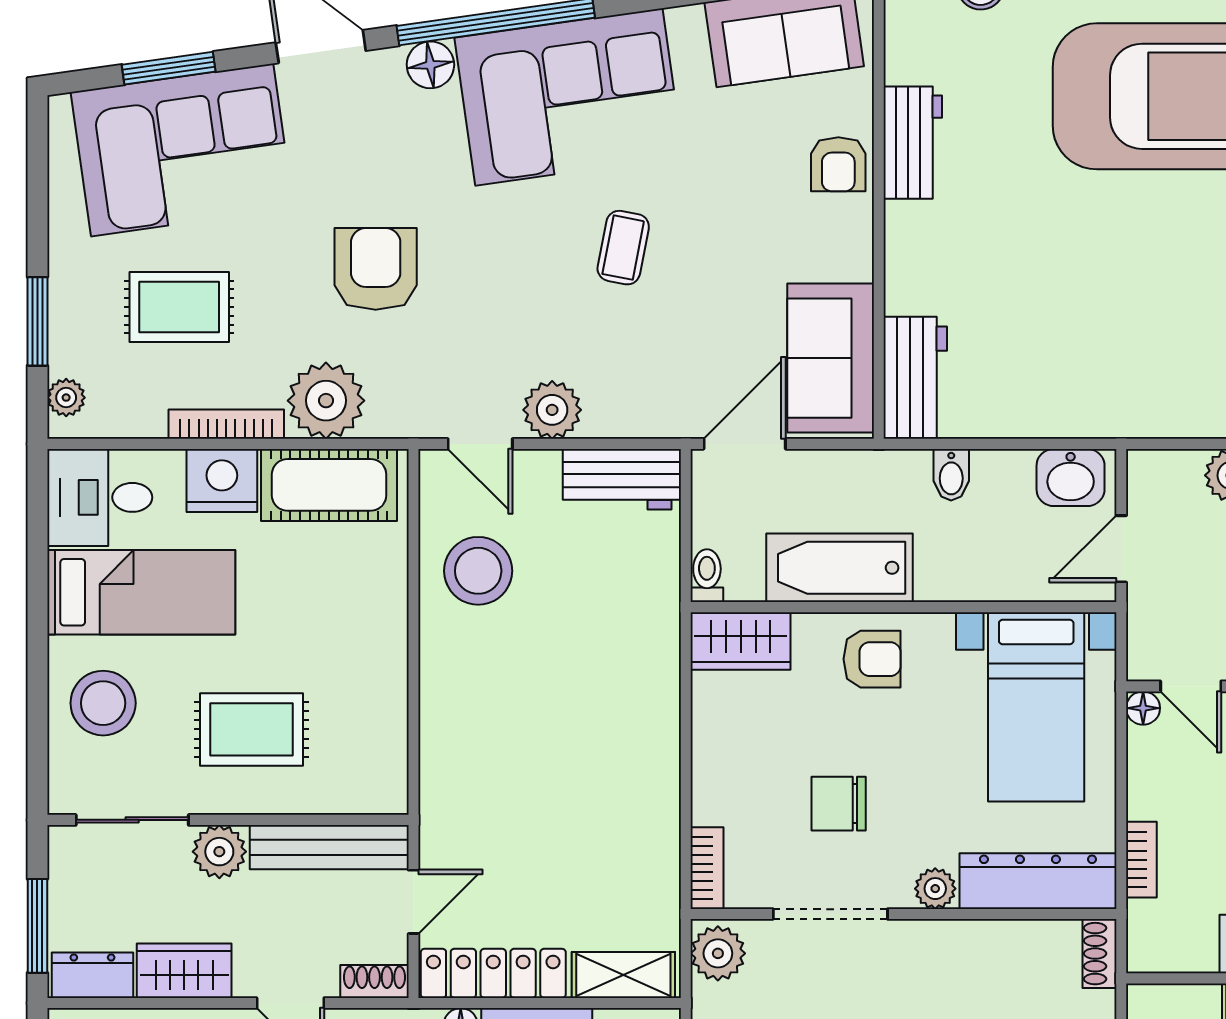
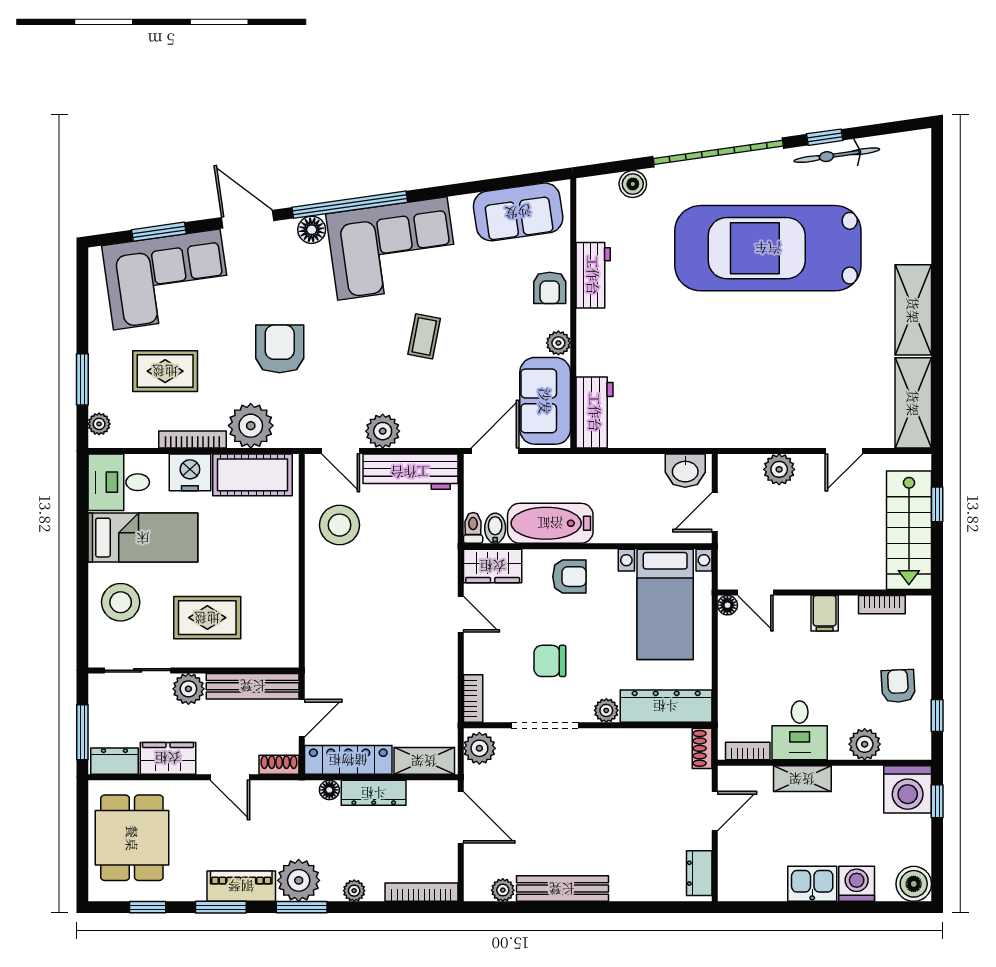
plant: (853, 259) -> (558, 343), added
bidet: (951, 475) -> (495, 528), moved, turned 180
workbench: (622, 479) -> (410, 472), width x1.38
door: (686, 724) -> (461, 614), added
bookcase: (1141, 860) -> (748, 751), moved, turned -90

